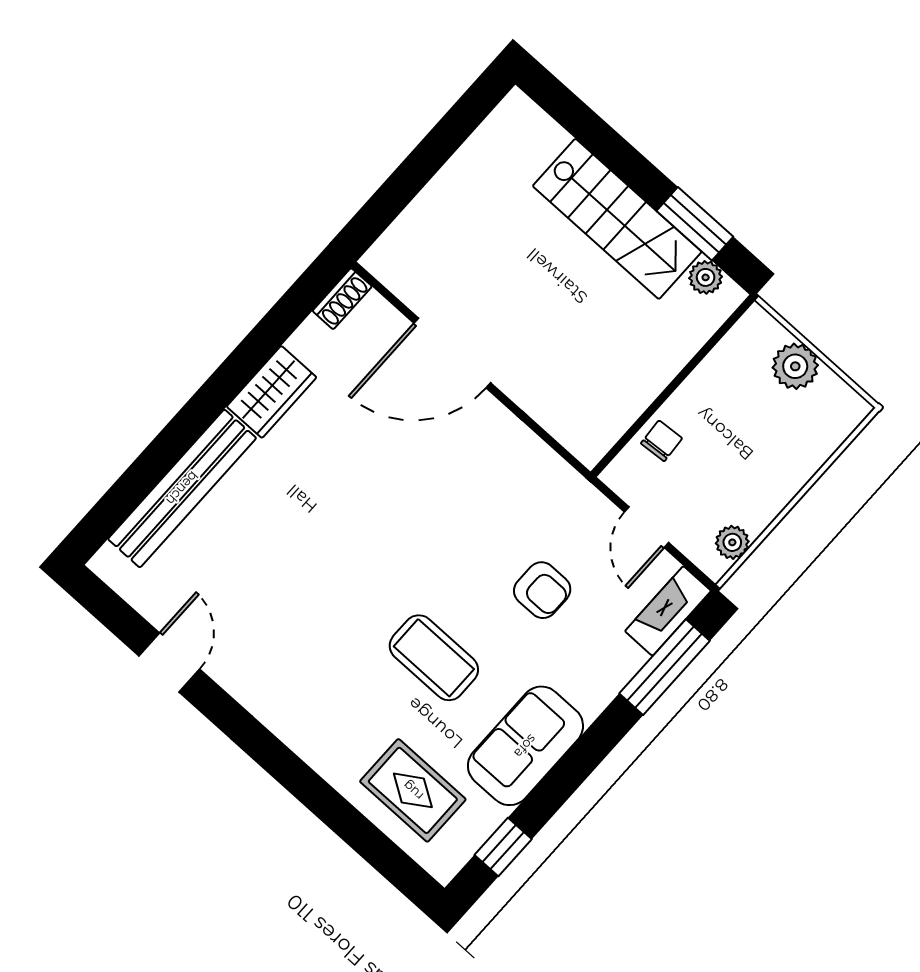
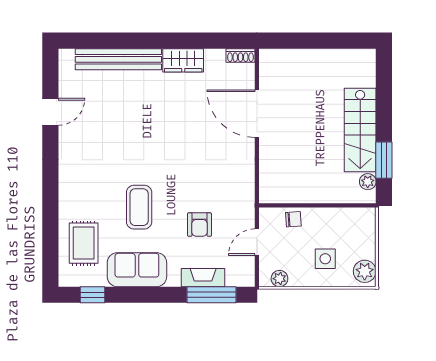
plant: (795, 366) -> (365, 271), moved
side table: (764, 446) -> (325, 259), added
fireplace: (668, 611) -> (203, 278), moved

